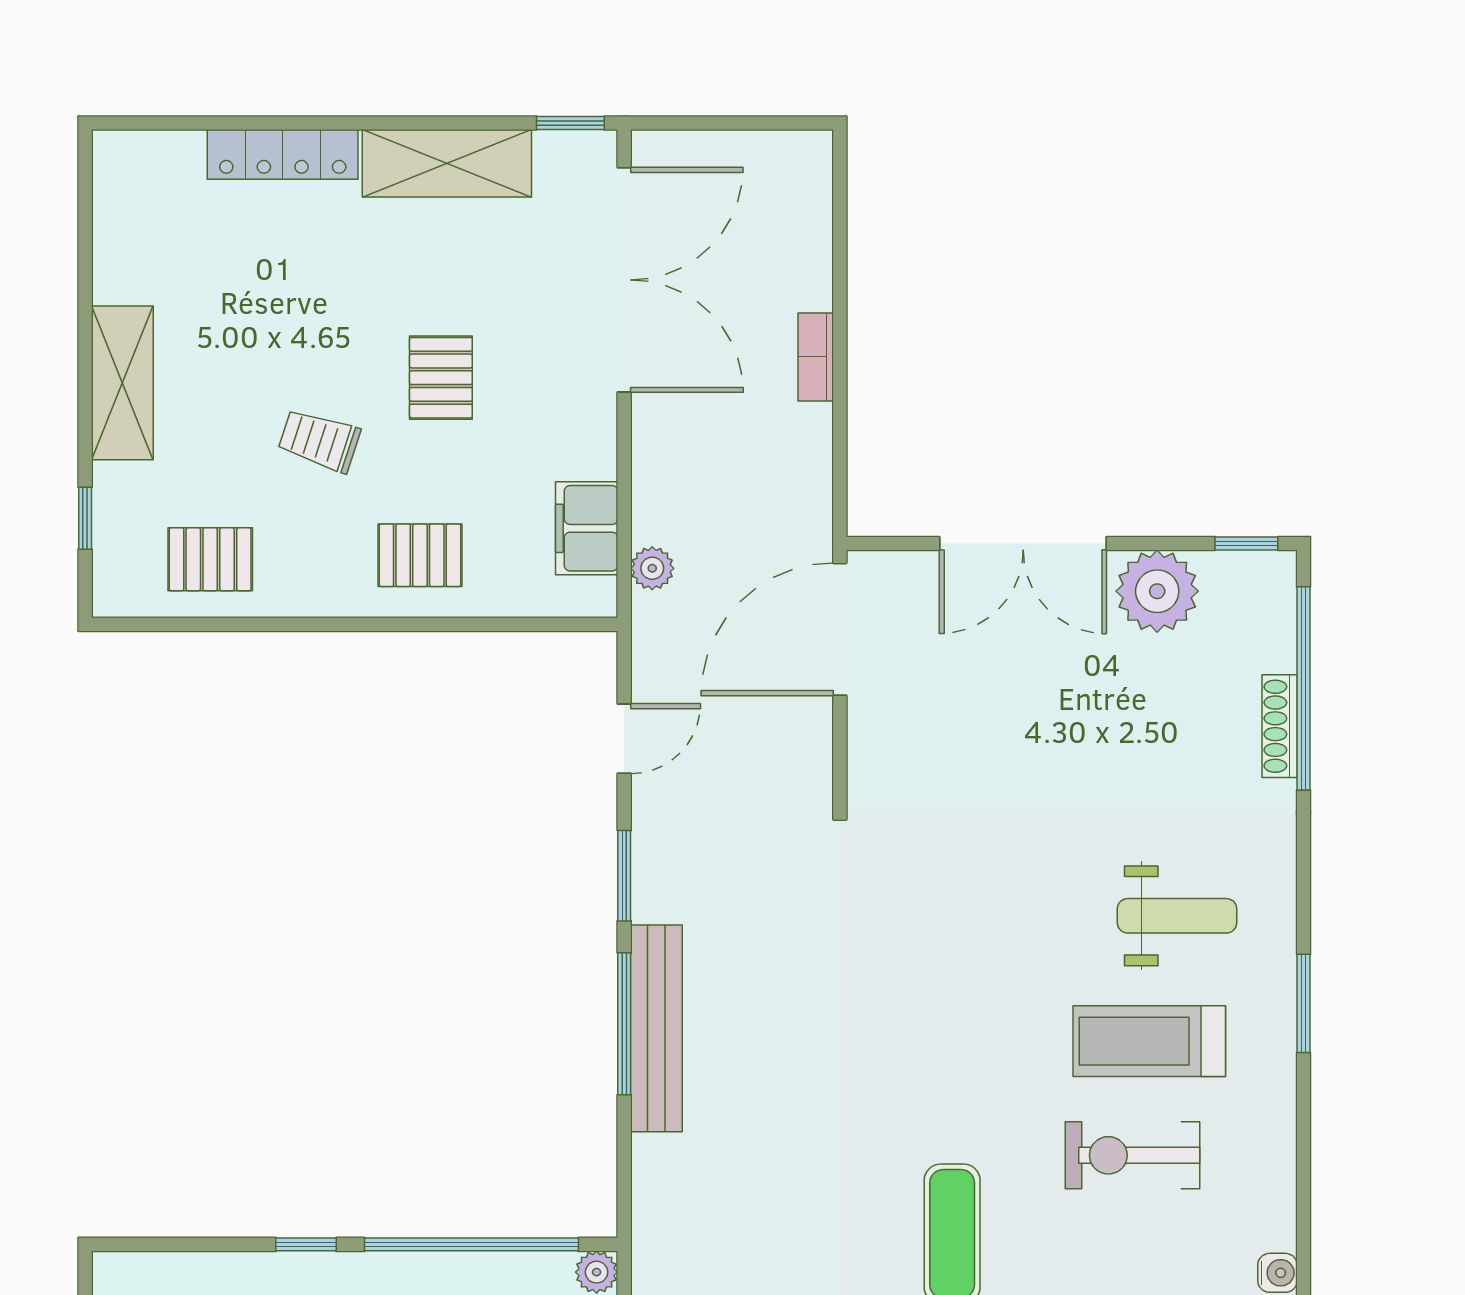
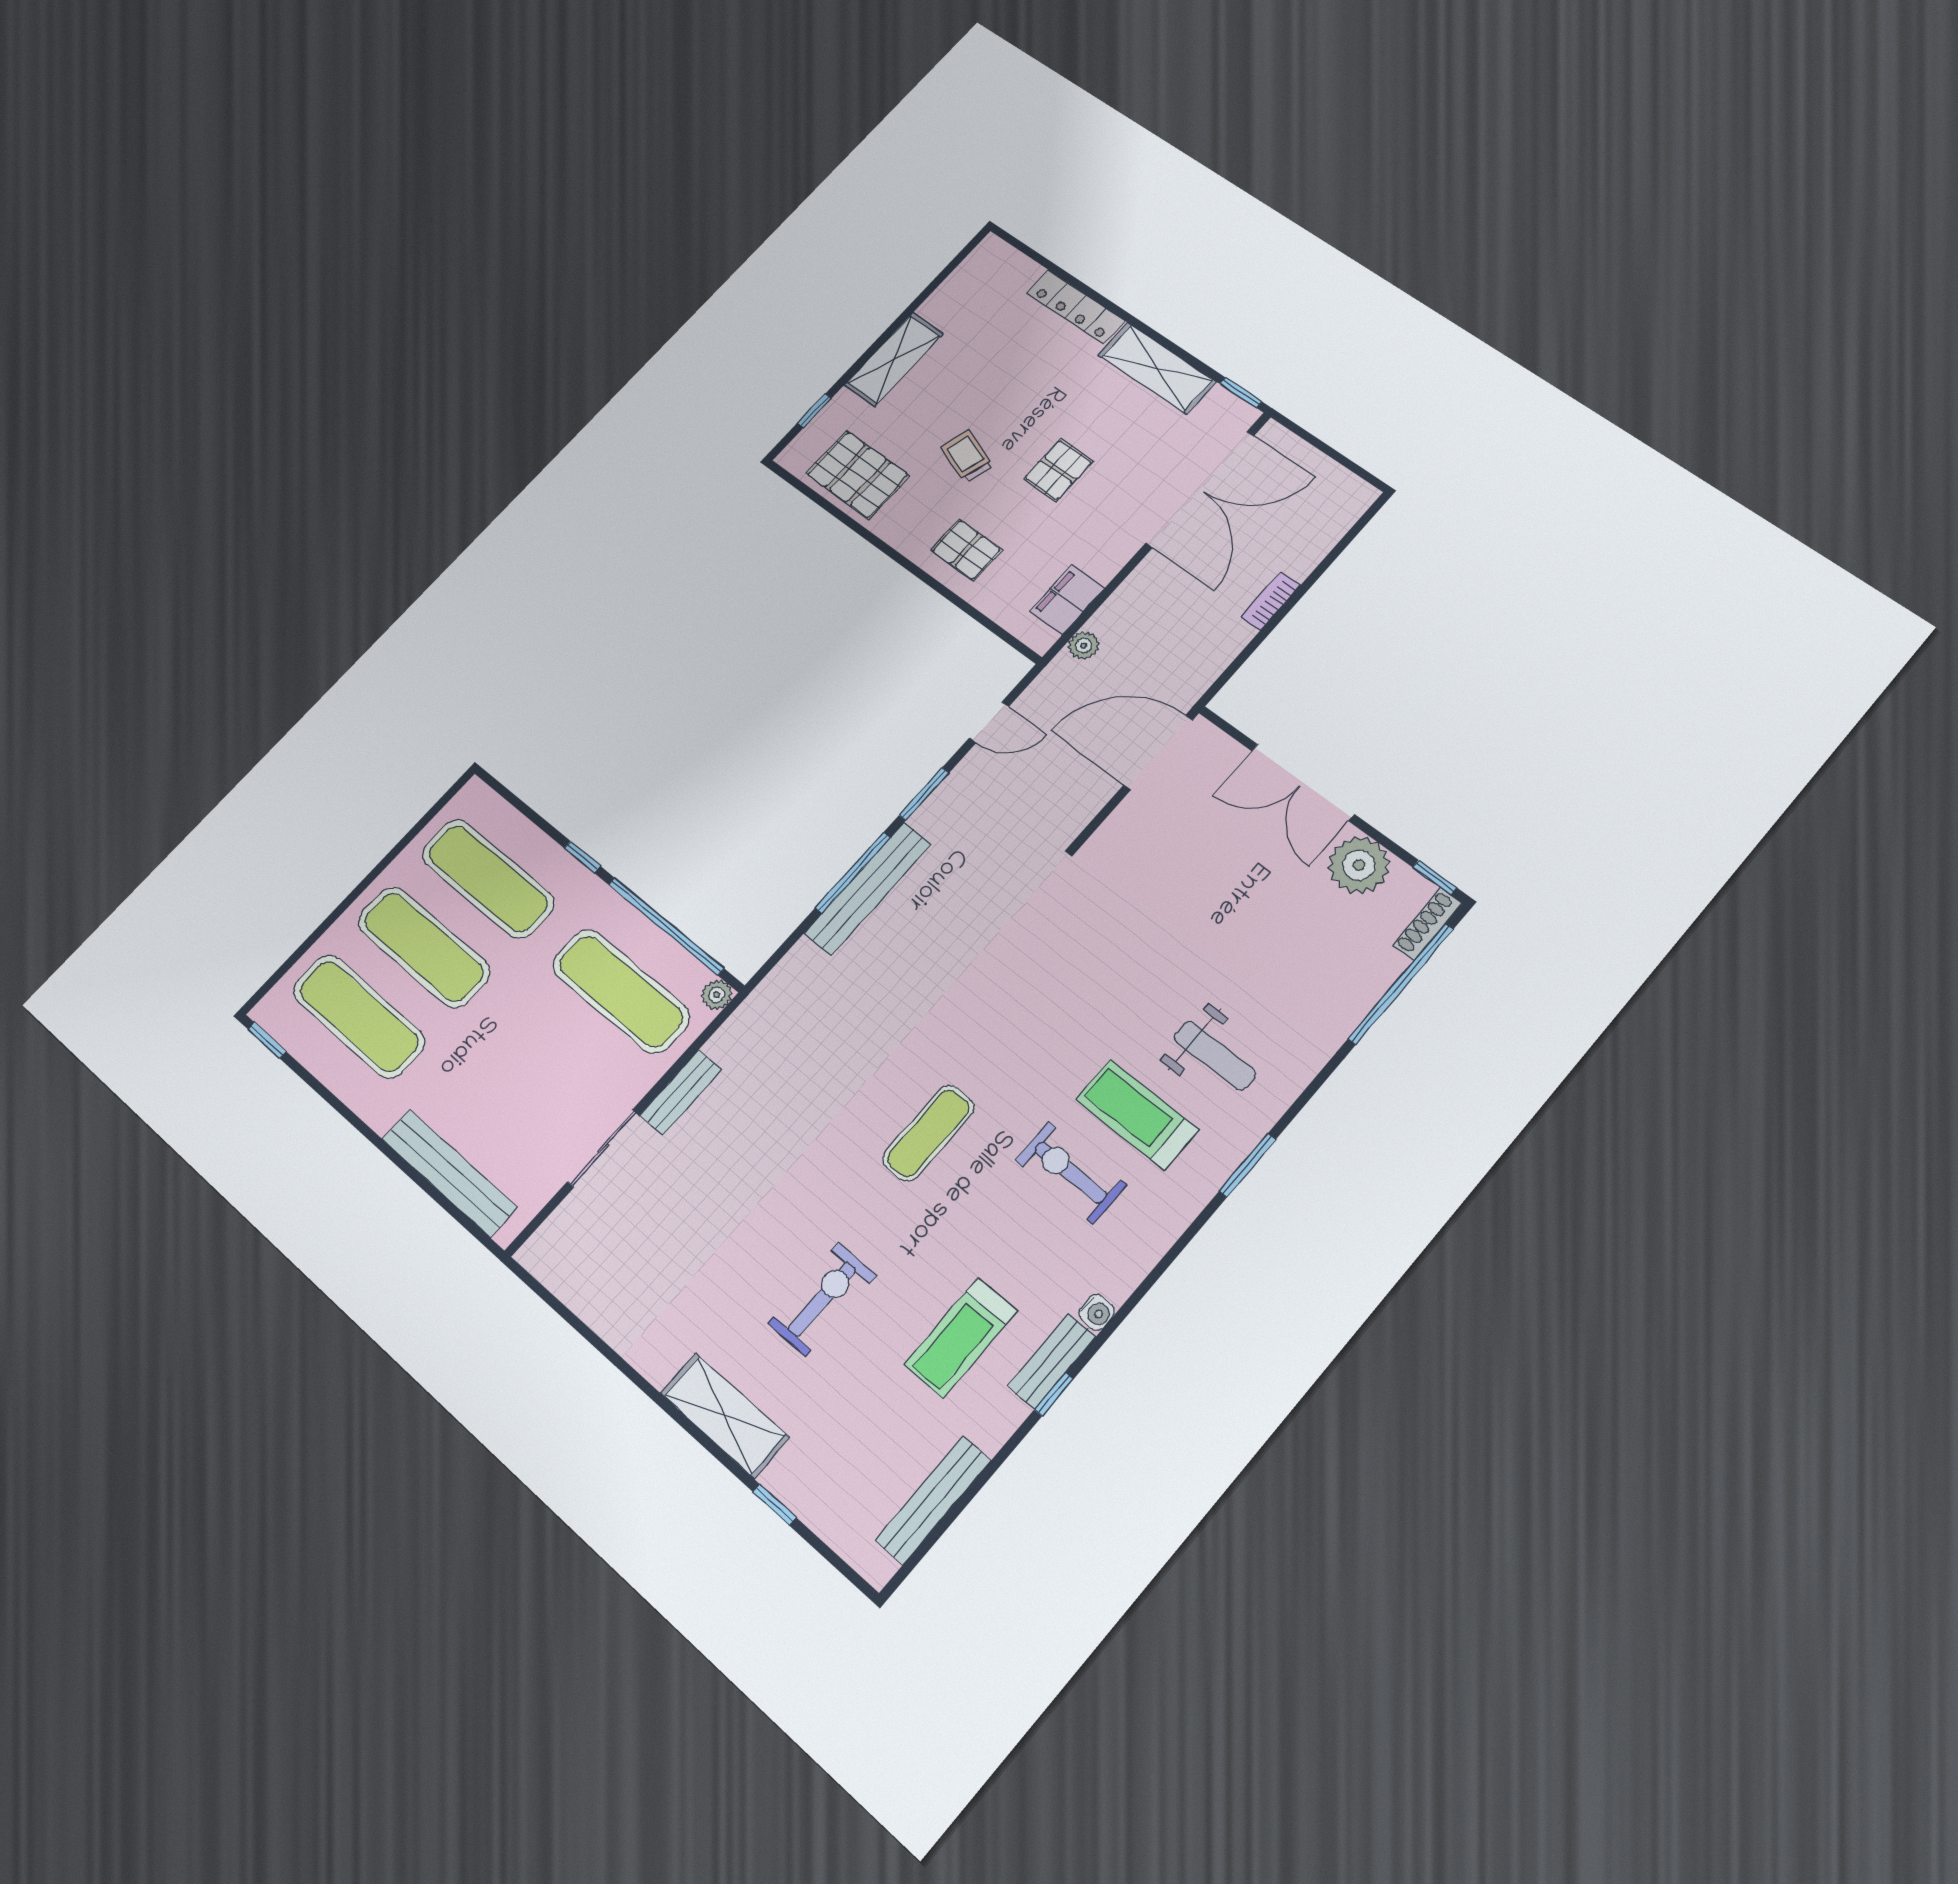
pallet: (210, 559) -> (858, 475), width x1.50, depth x1.42
shoe rack: (1280, 726) -> (1428, 924), moved

